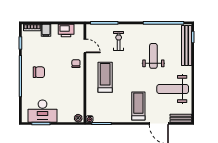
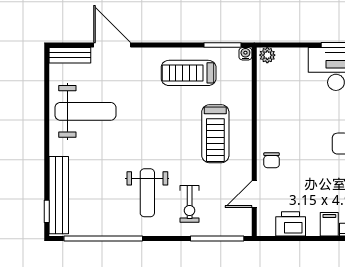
door: (85, 46) -> (254, 194), hinge flipped
weight bench: (153, 56) -> (147, 193), moved
treadmill: (138, 106) -> (189, 73), moved, turned 90

